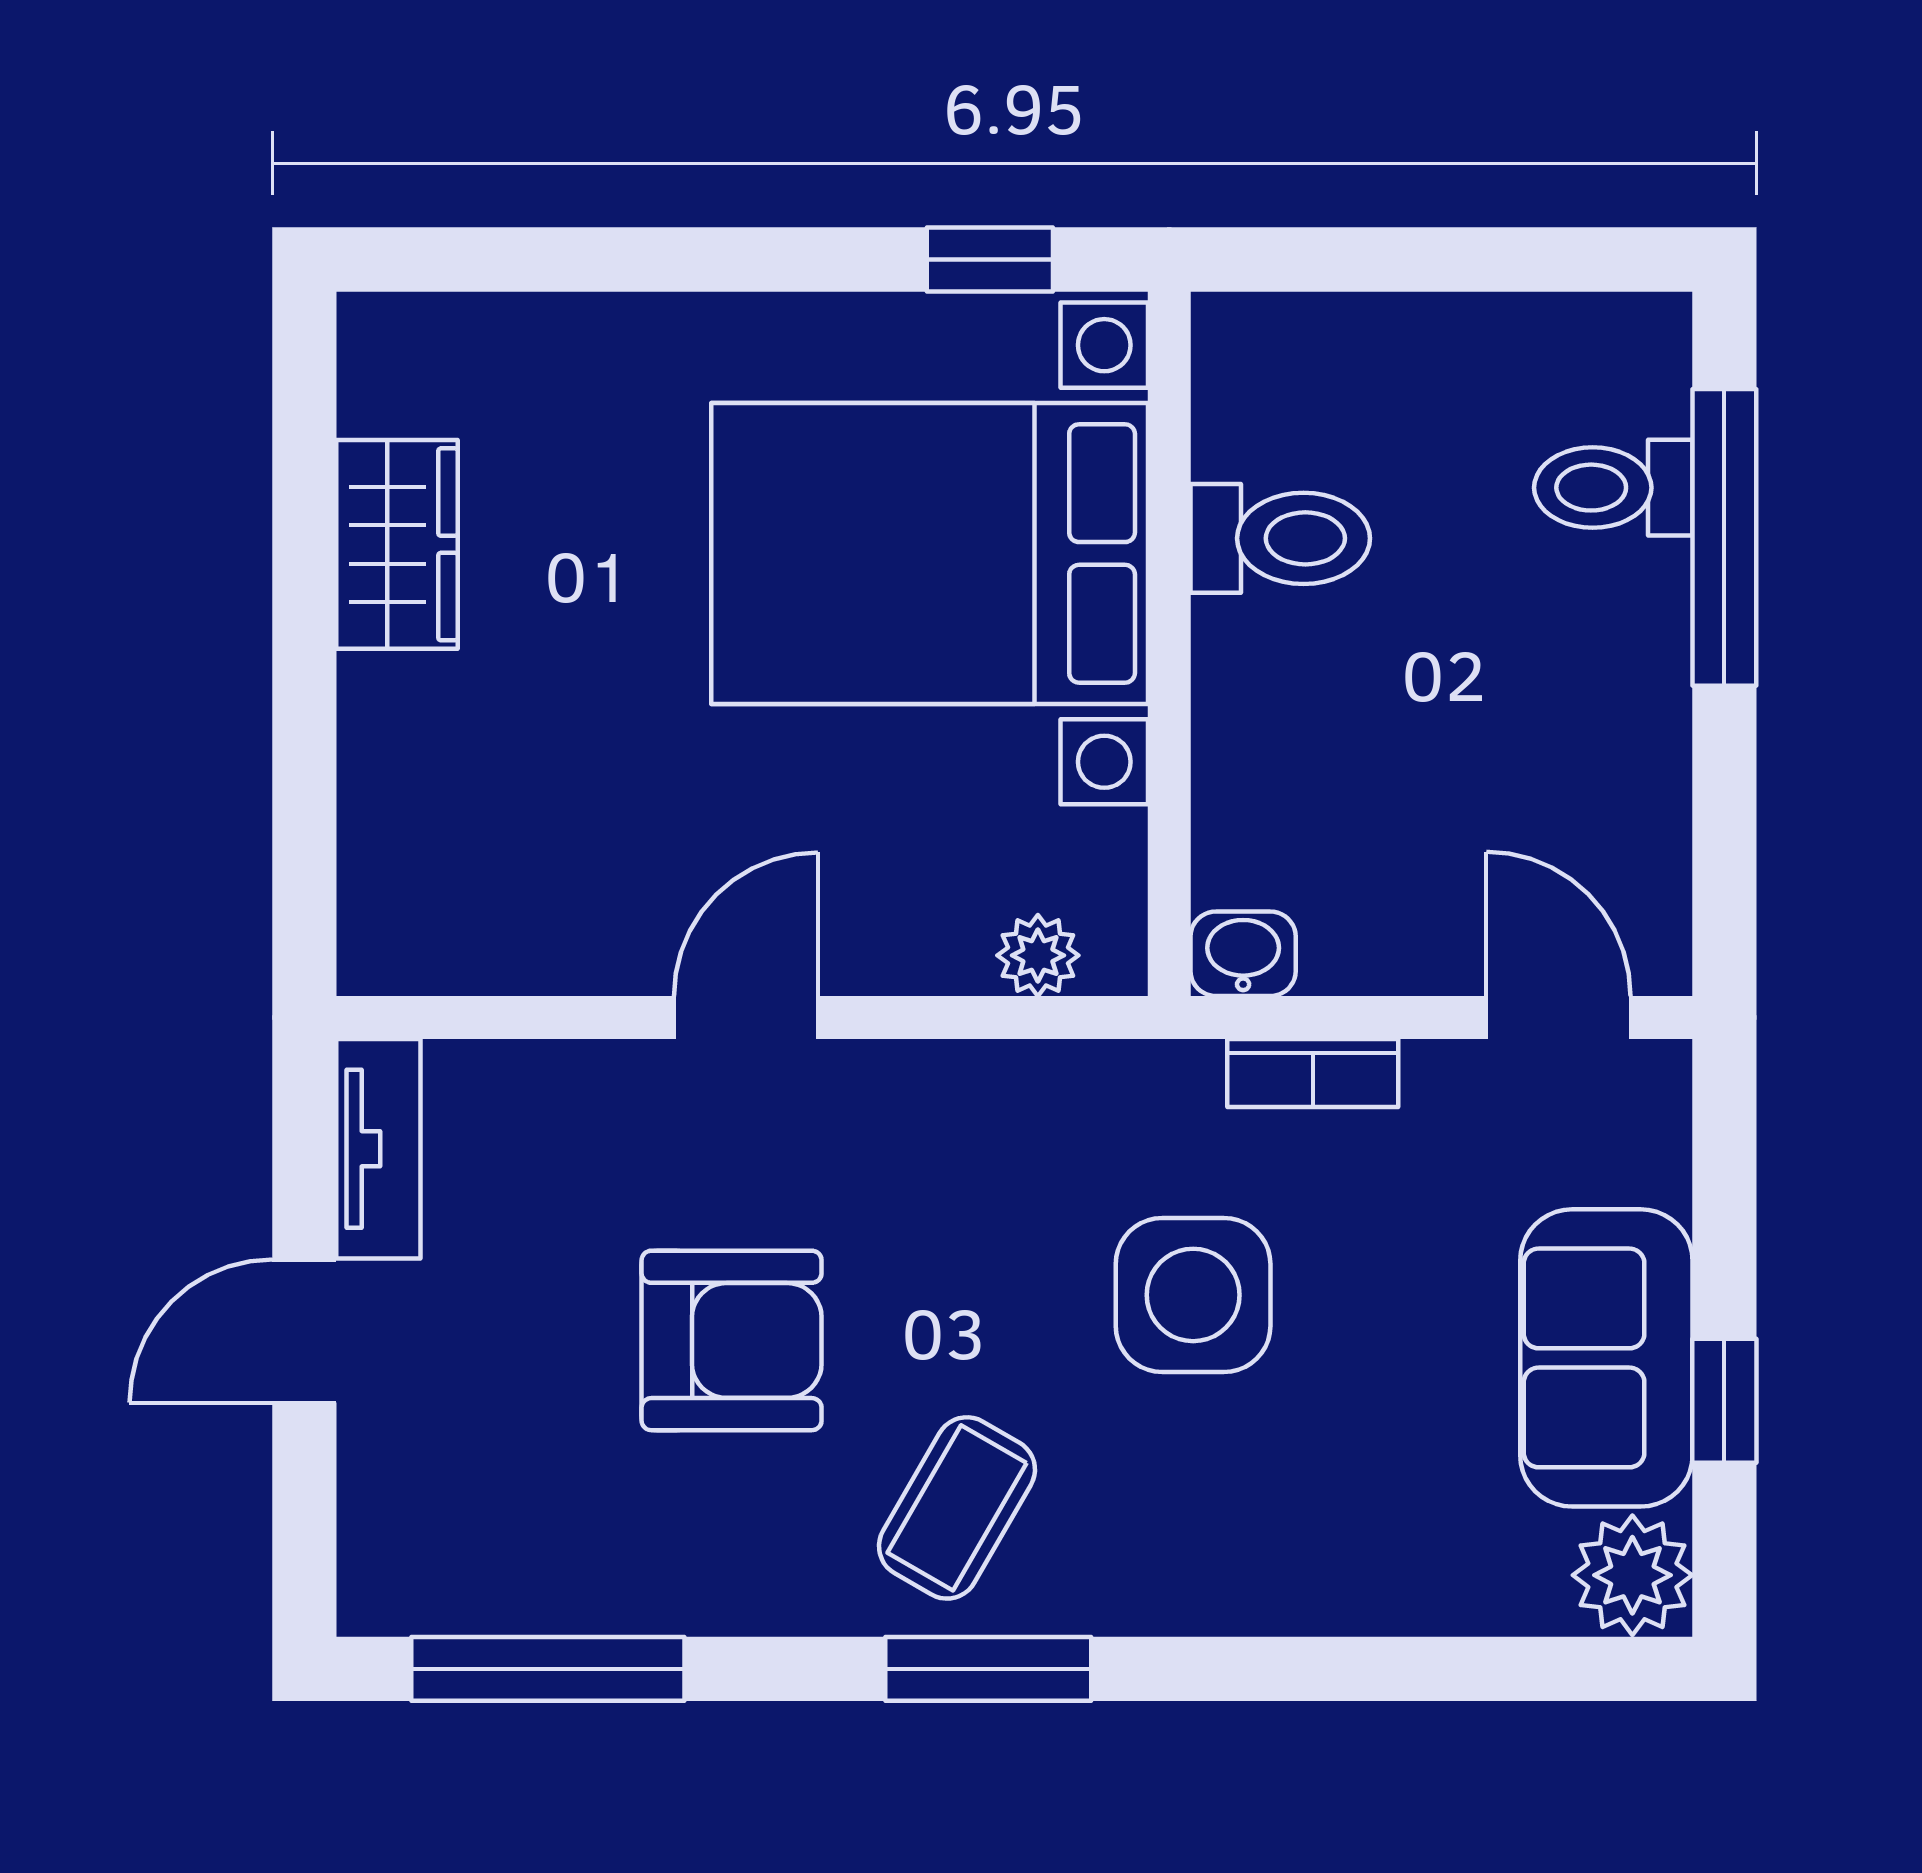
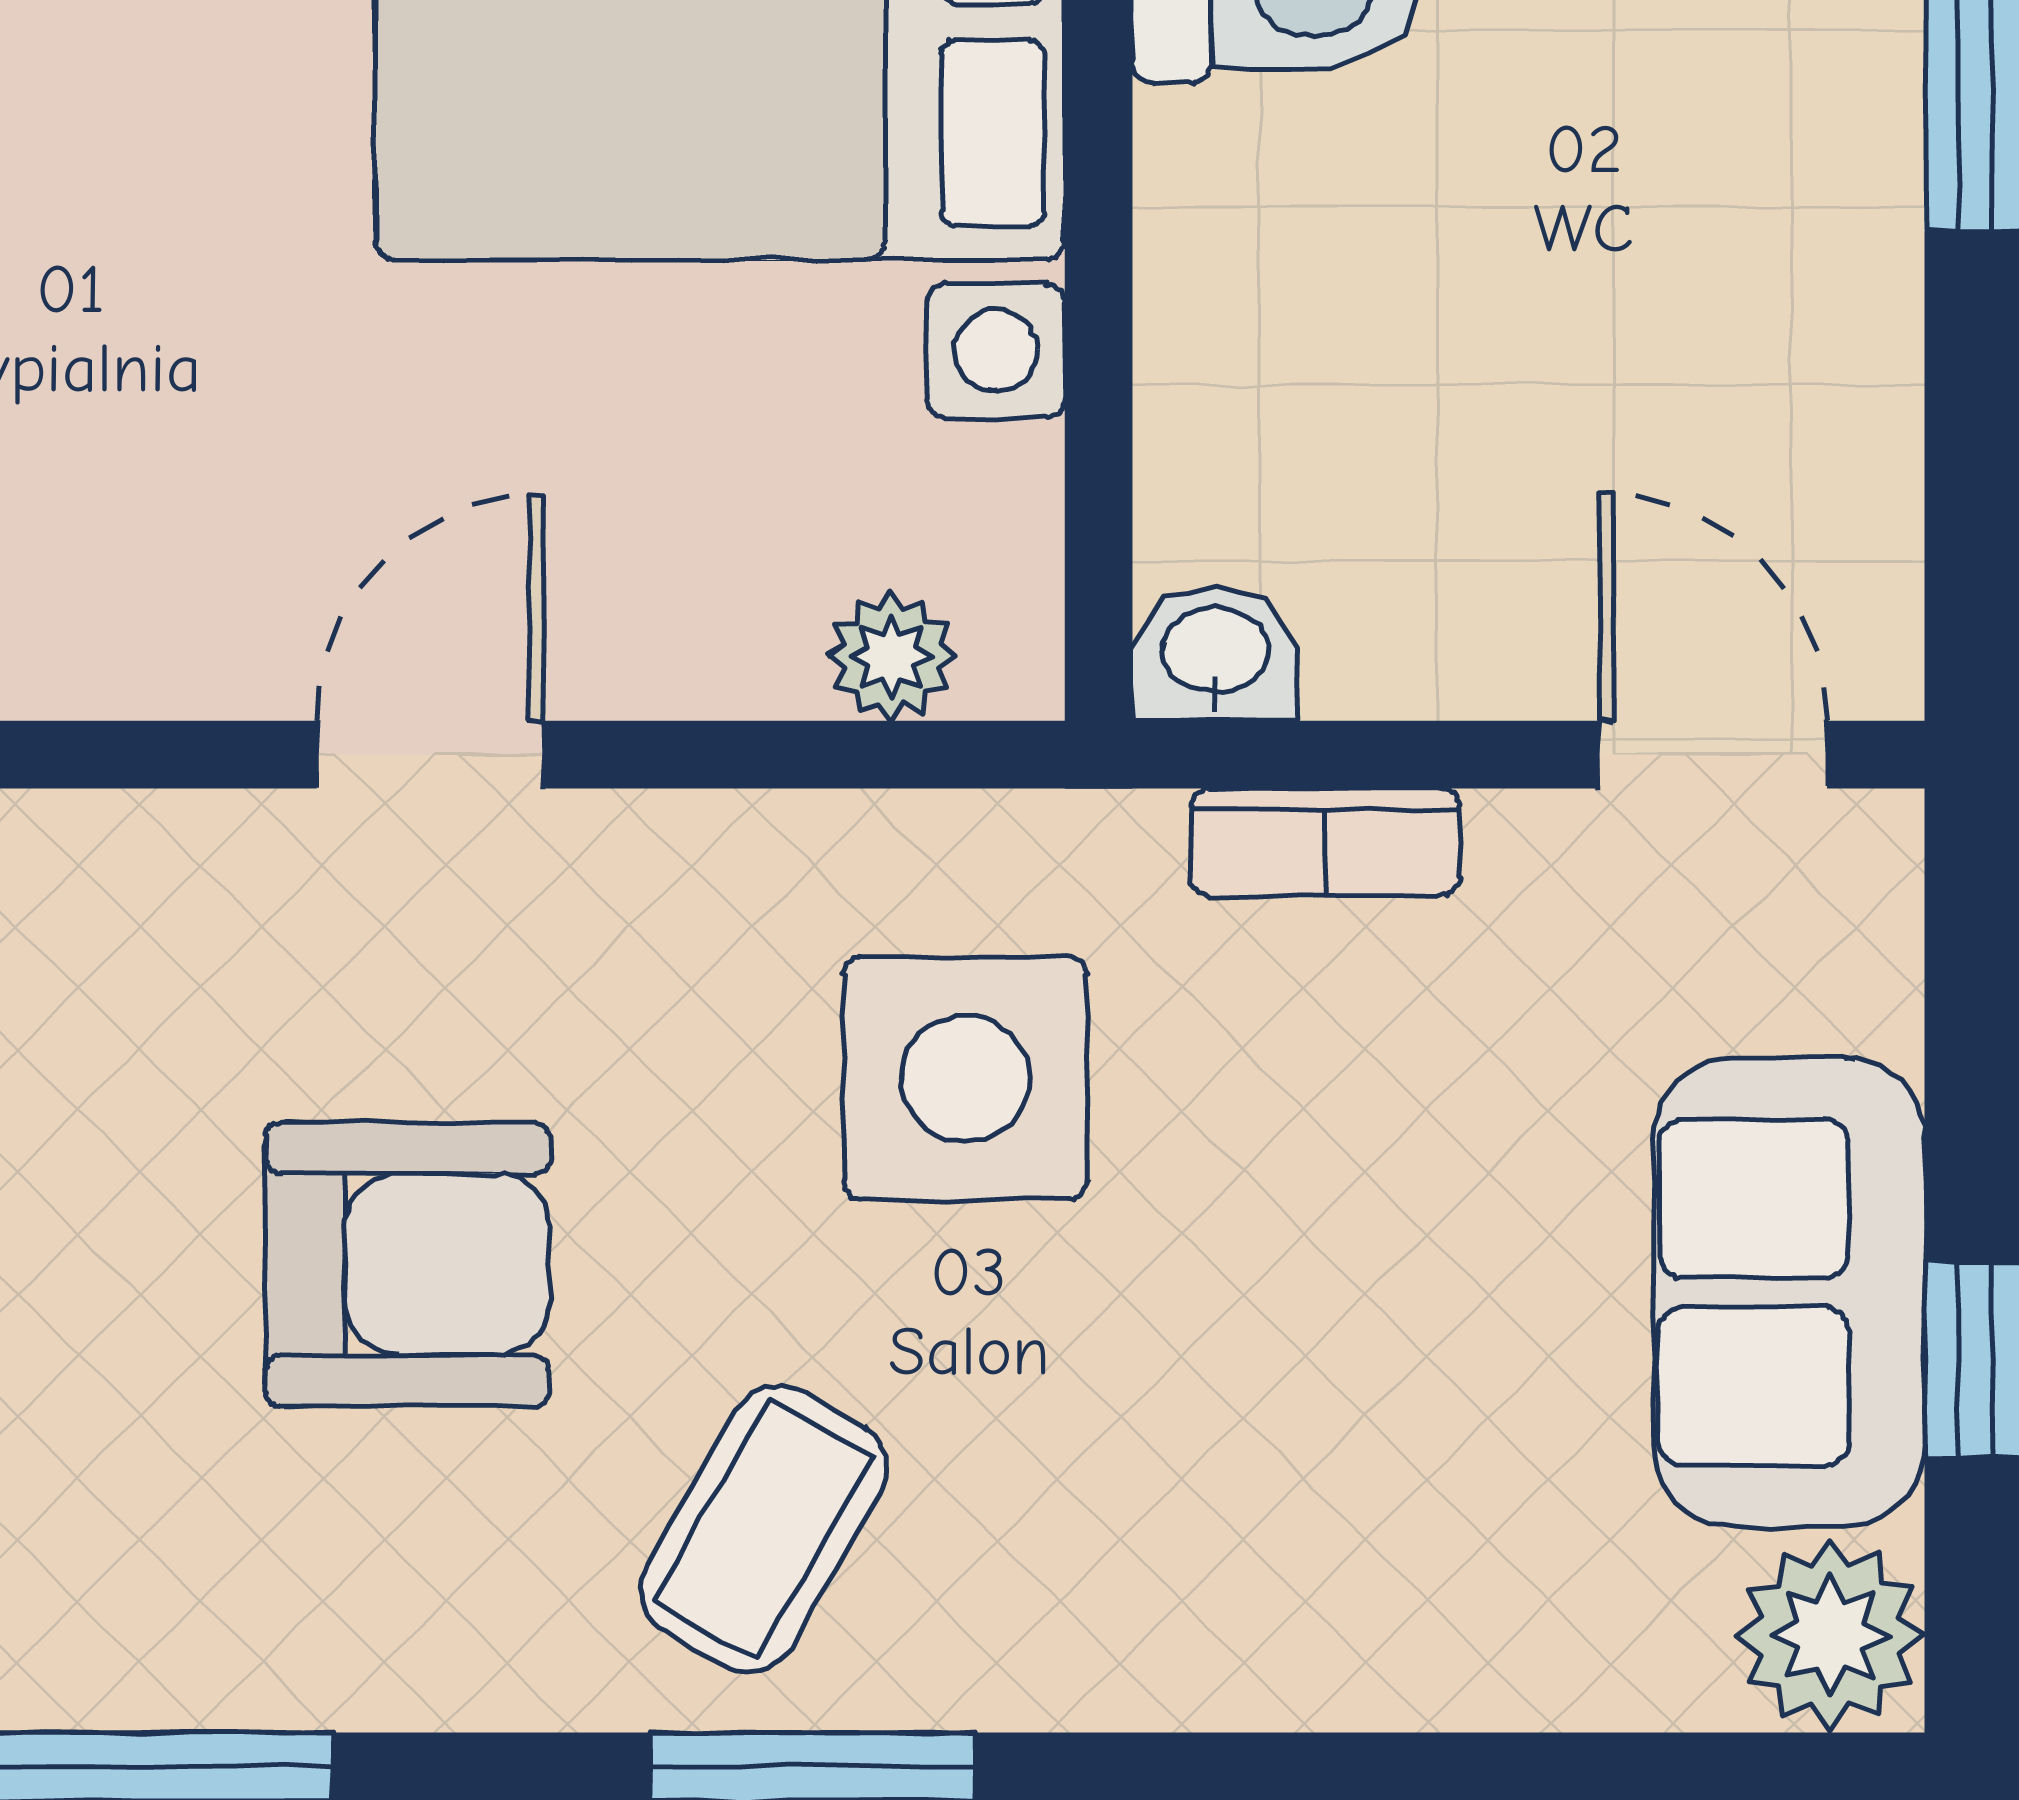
side table: (1193, 1295) -> (965, 1078), moved

